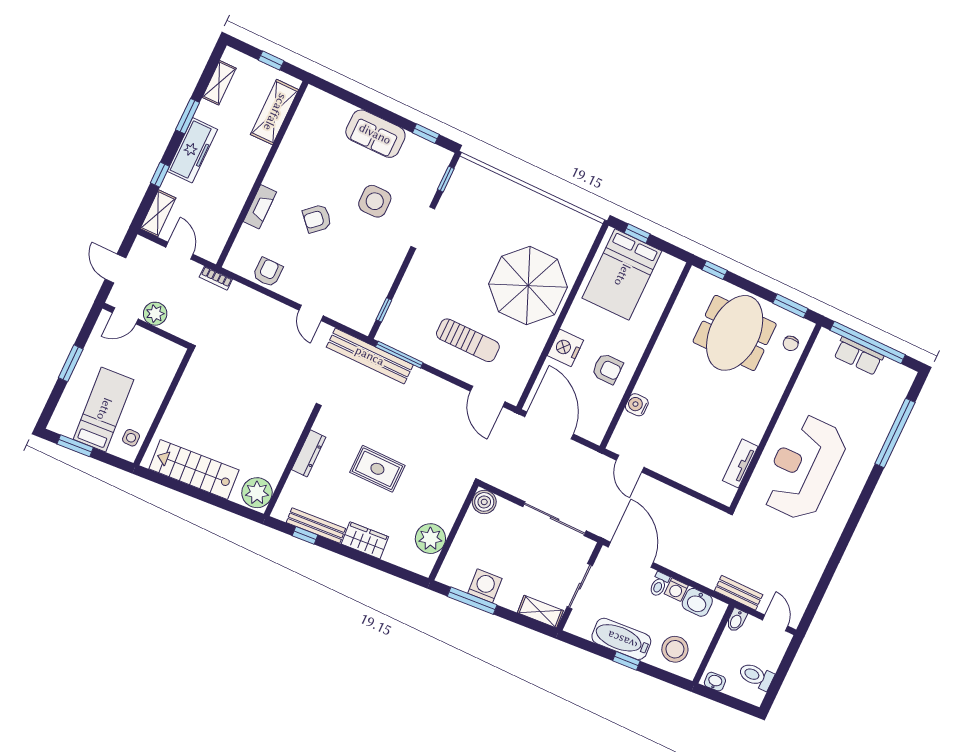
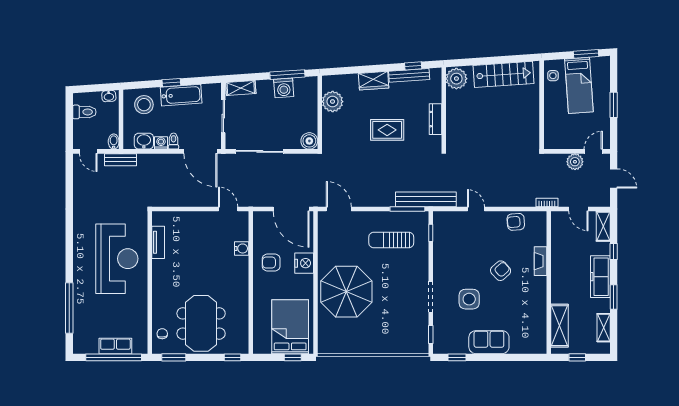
armchair: (268, 272) -> (516, 222), turned 86
sun lounger: (468, 340) -> (391, 240), moved

